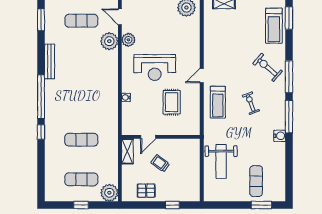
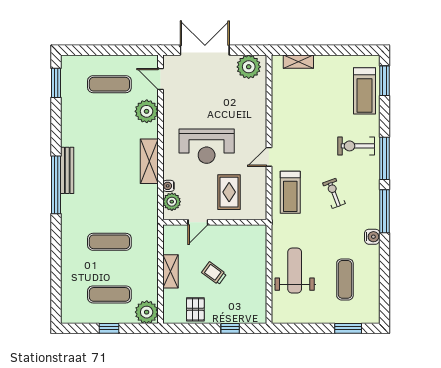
plant: (128, 40) -> (172, 202), moved
bench: (49, 61) -> (67, 170), moved
exercise bike: (268, 67) -> (356, 146), turned -41
shelving: (111, 79) -> (149, 161), added
window: (41, 132) -> (56, 232), removed
door: (148, 137) -> (198, 222), moved
wall: (161, 137) -> (215, 222), moved
shelving: (127, 151) -> (170, 271), moved
weight bench: (221, 161) -> (295, 271), turned 180
exercise mat: (256, 181) -> (345, 279), moved
pallet: (146, 191) -> (195, 309), turned 90

